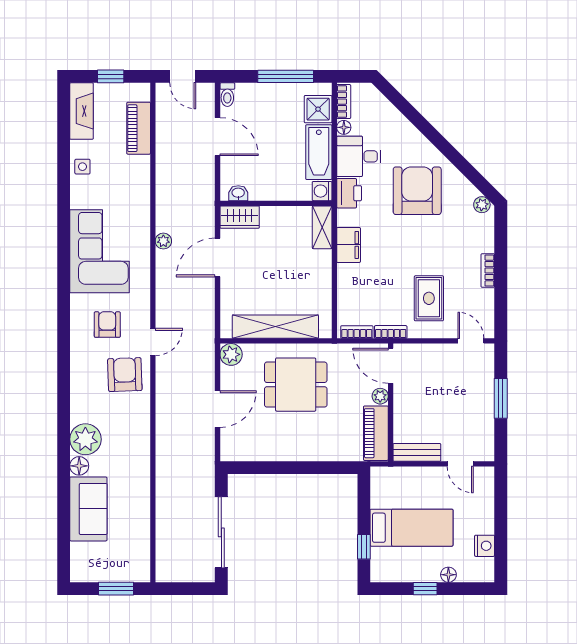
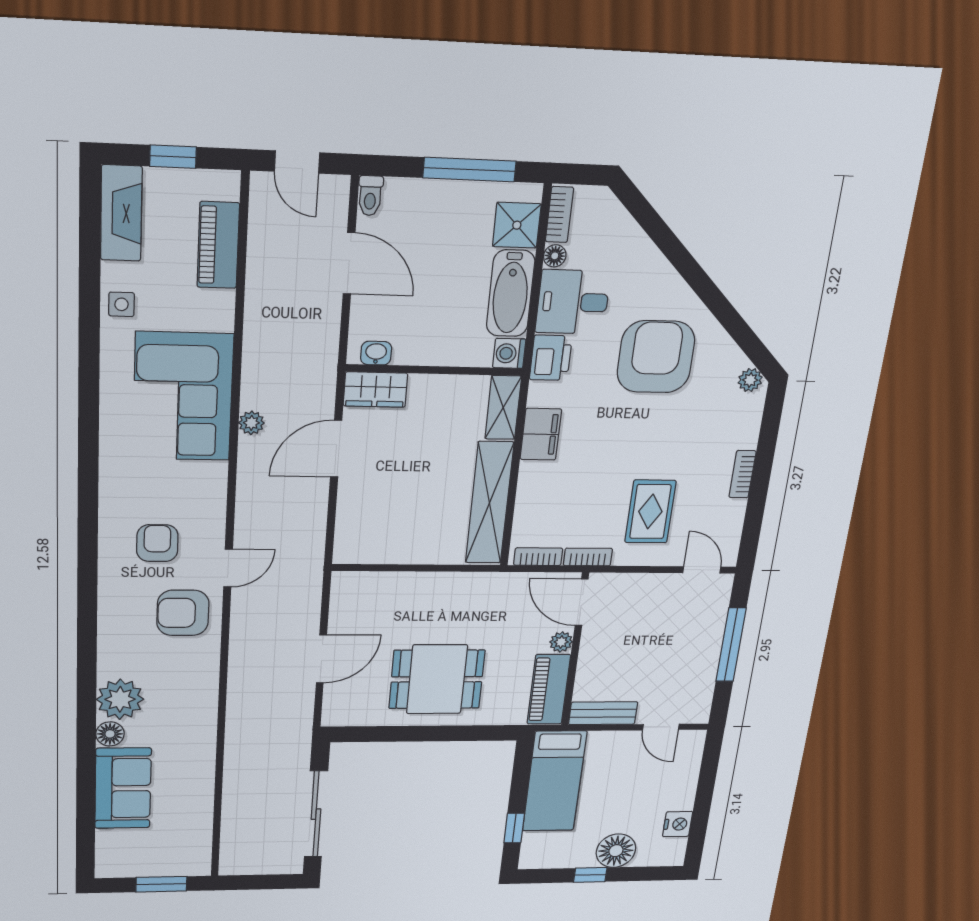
corner sofa: (100, 251) -> (183, 397), moved, turned 180
shelving: (275, 327) -> (490, 503), moved, turned 90
plant: (231, 354) -> (347, 586), removed
armchair: (125, 375) -> (183, 613), turned -88
dining table: (296, 385) -> (437, 679), moved
window: (501, 398) -> (731, 645), width x1.44
bed: (411, 528) -> (555, 781), moved, turned 90
floor lamp: (448, 575) -> (616, 851), width x1.89, depth x1.89

